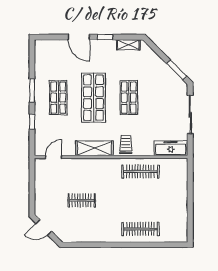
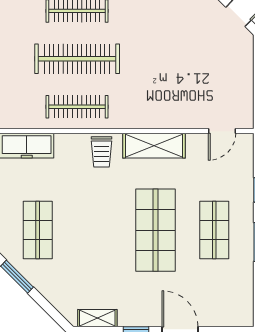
shop shelf: (129, 98) -> (38, 230), moved
clothes rail: (82, 200) -> (77, 59), moved, width x1.86, depth x1.31

